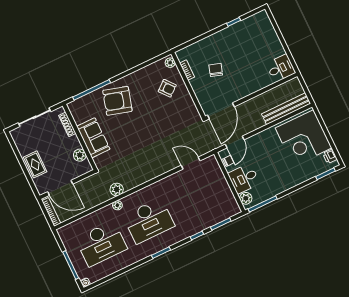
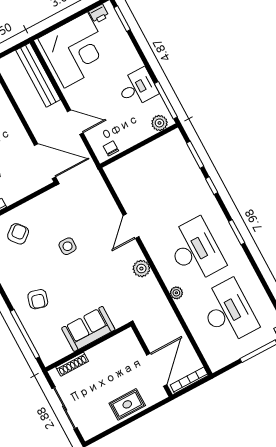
armchair: (117, 101) -> (38, 299), width x0.53, depth x0.53
side table: (156, 125) -> (68, 246), added
door: (235, 142) -> (75, 122), moved
plant: (80, 155) -> (112, 346), removed
door: (191, 163) -> (131, 226), moved
desk: (244, 178) -> (137, 88), moved, turned -90
plant: (117, 189) -> (141, 269), moved

